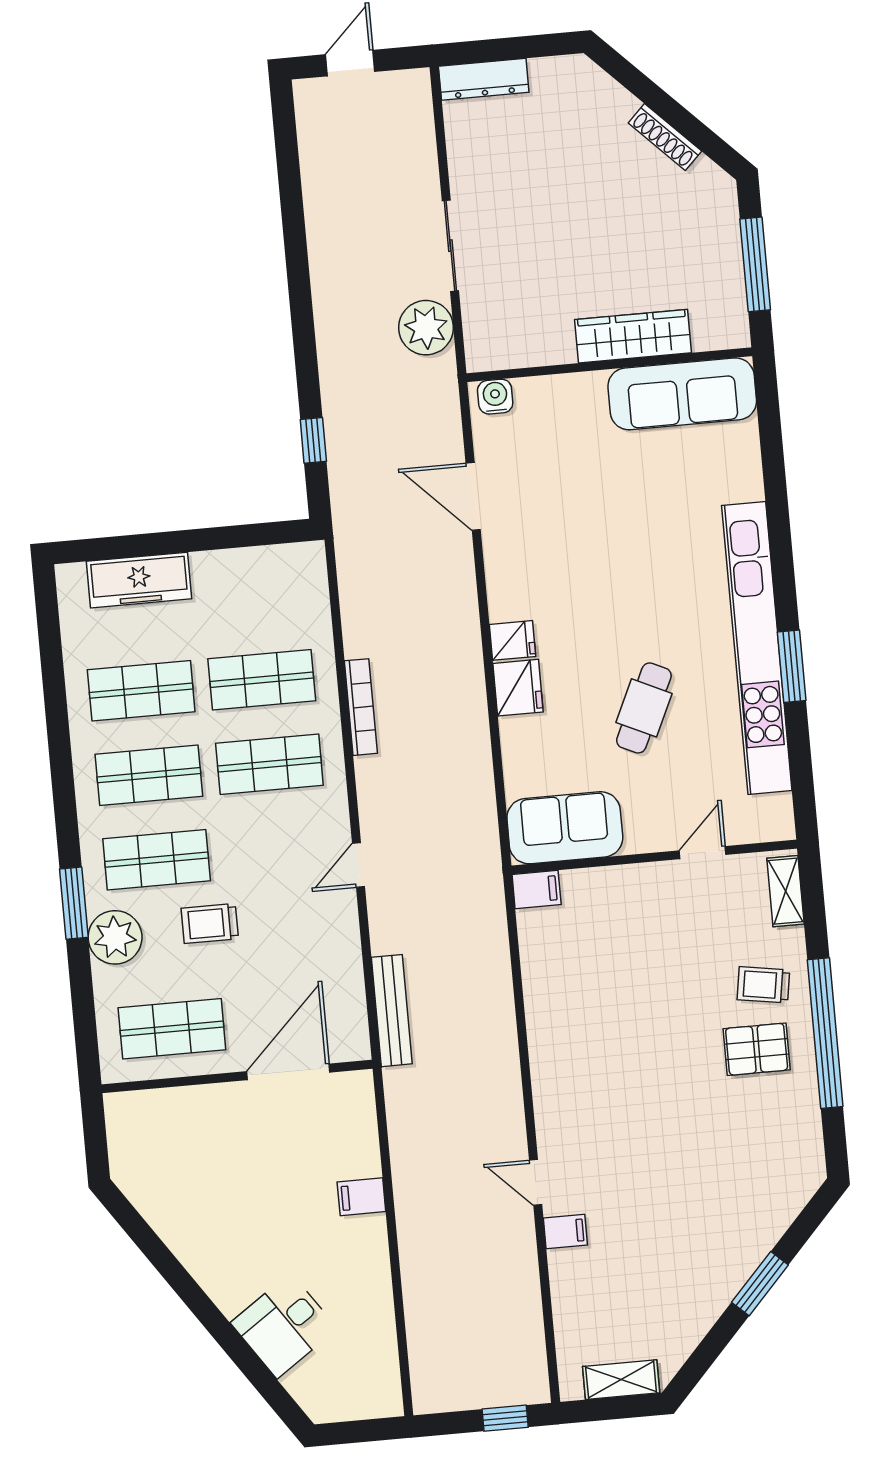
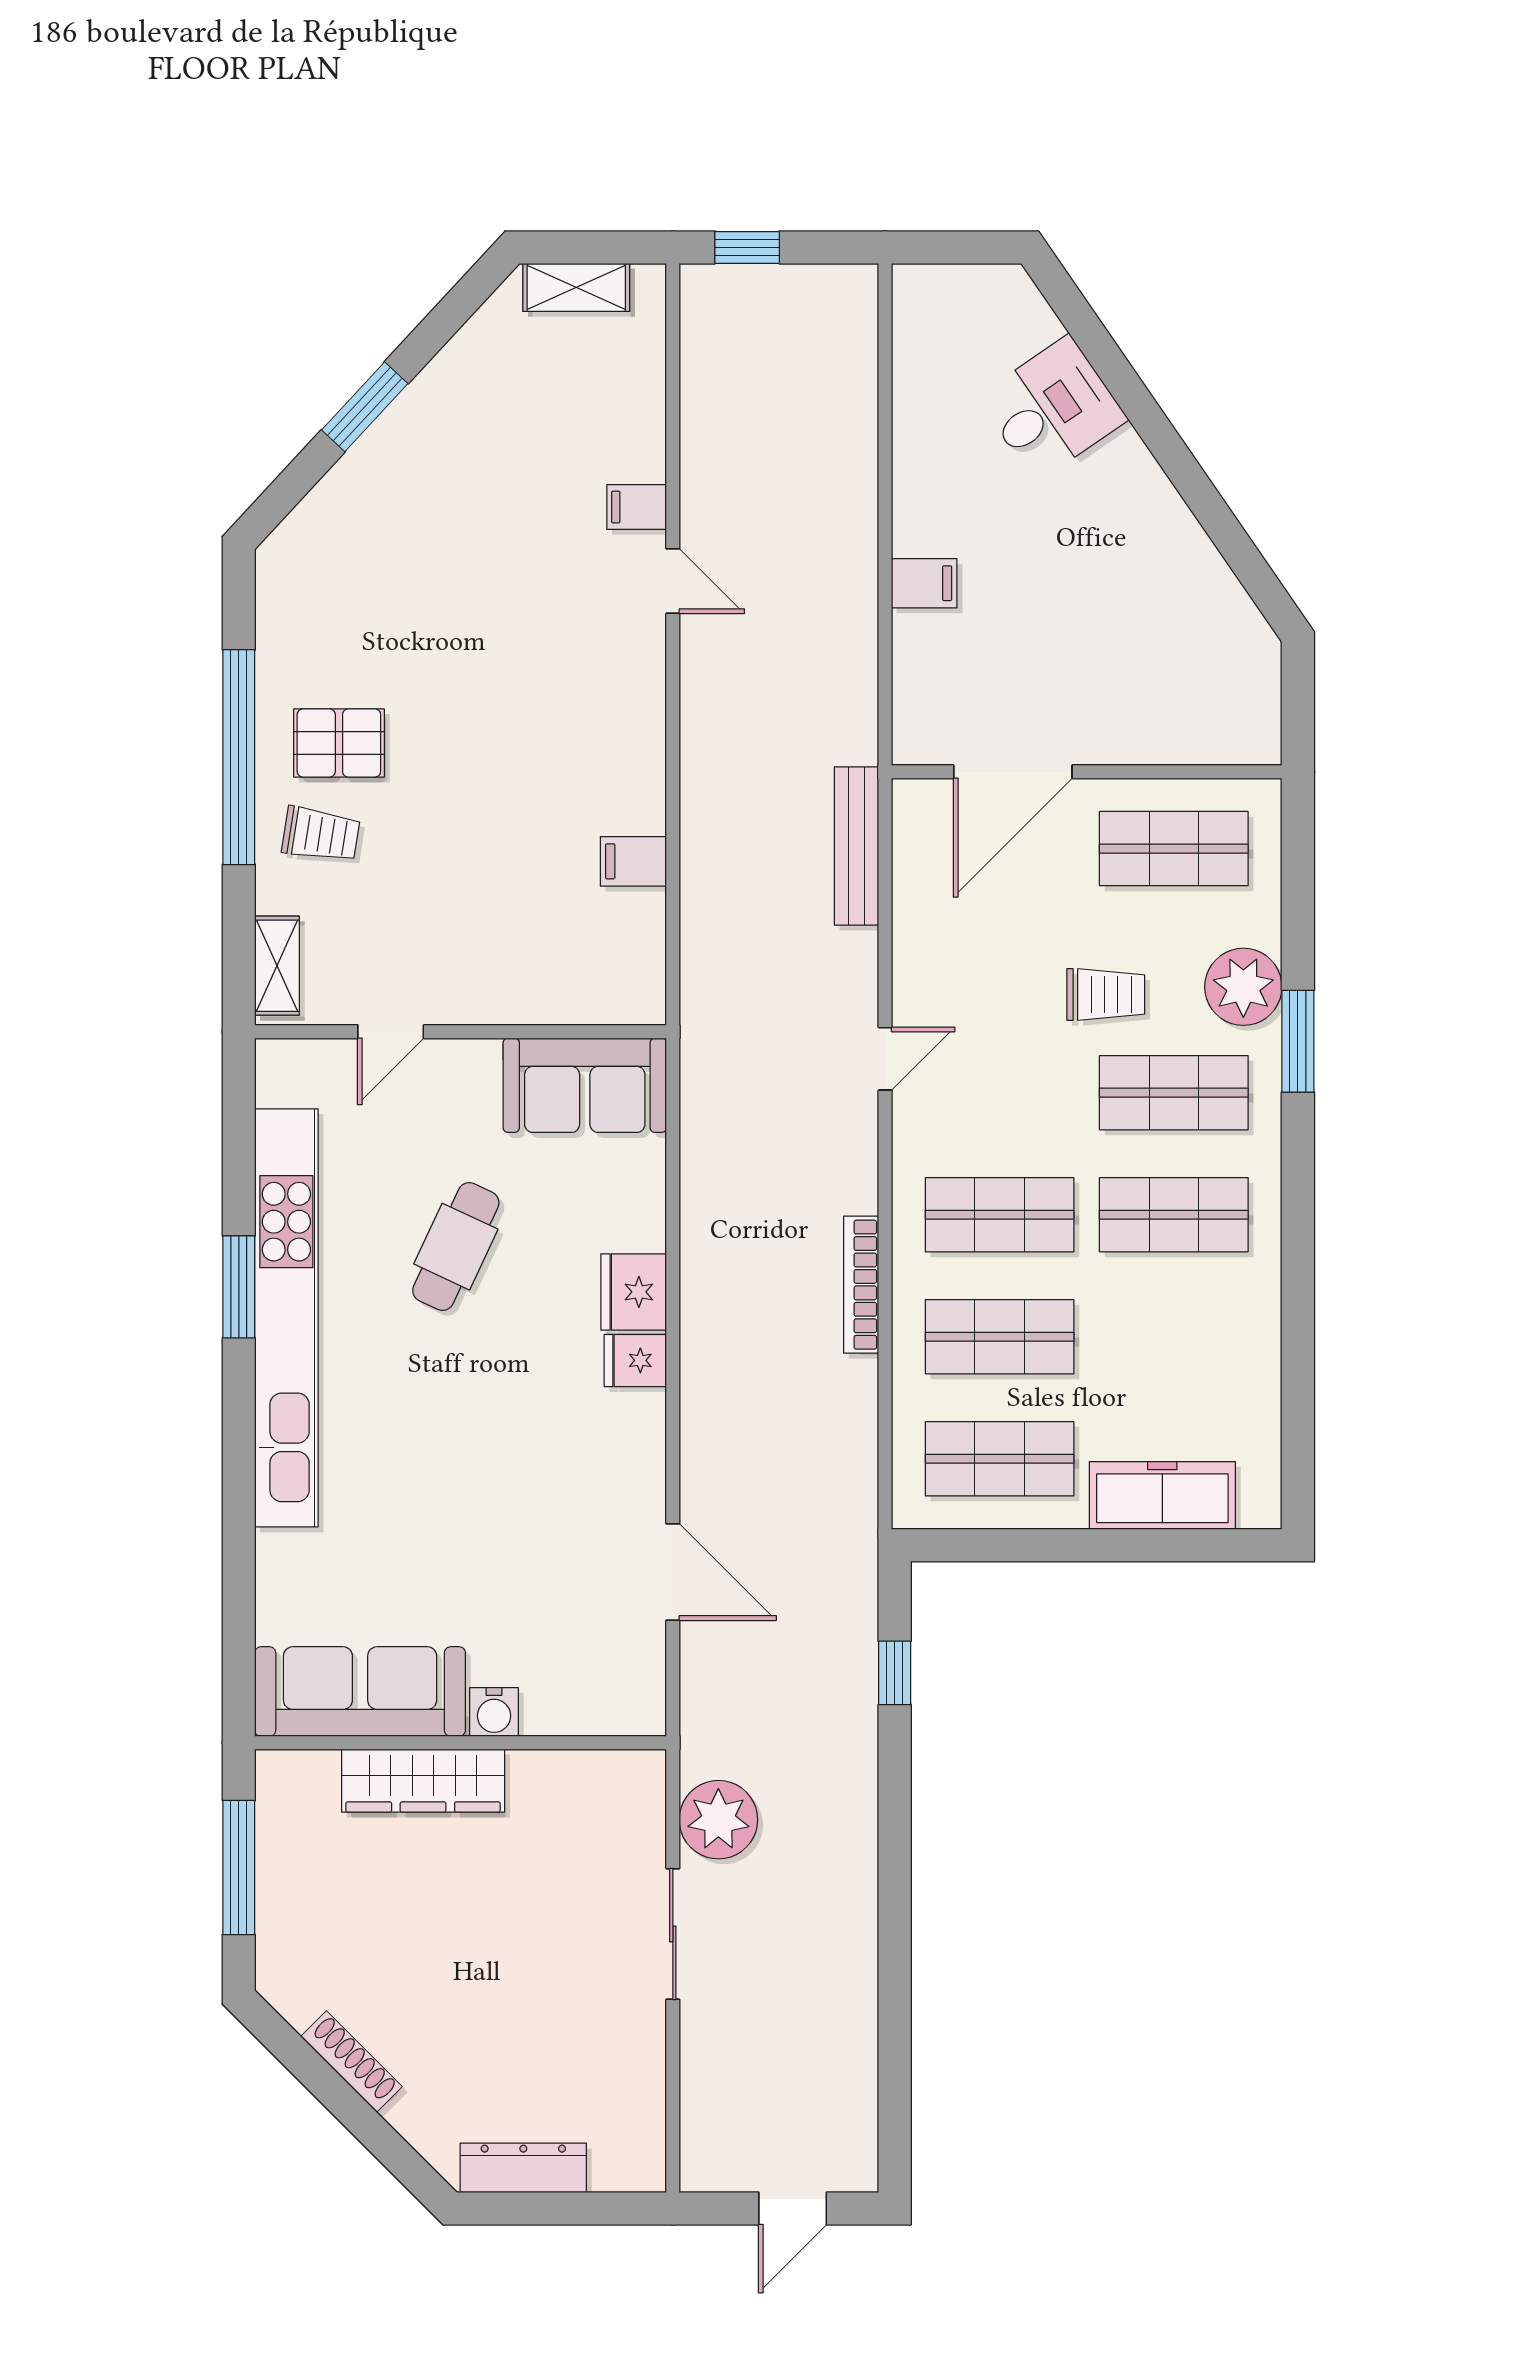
dresser: (484, 79) -> (523, 2168), moved
water cooler: (495, 397) -> (494, 1712), moved
shop shelf: (141, 691) -> (1000, 1459), moved
filing cabinet: (537, 890) -> (633, 861), moved

